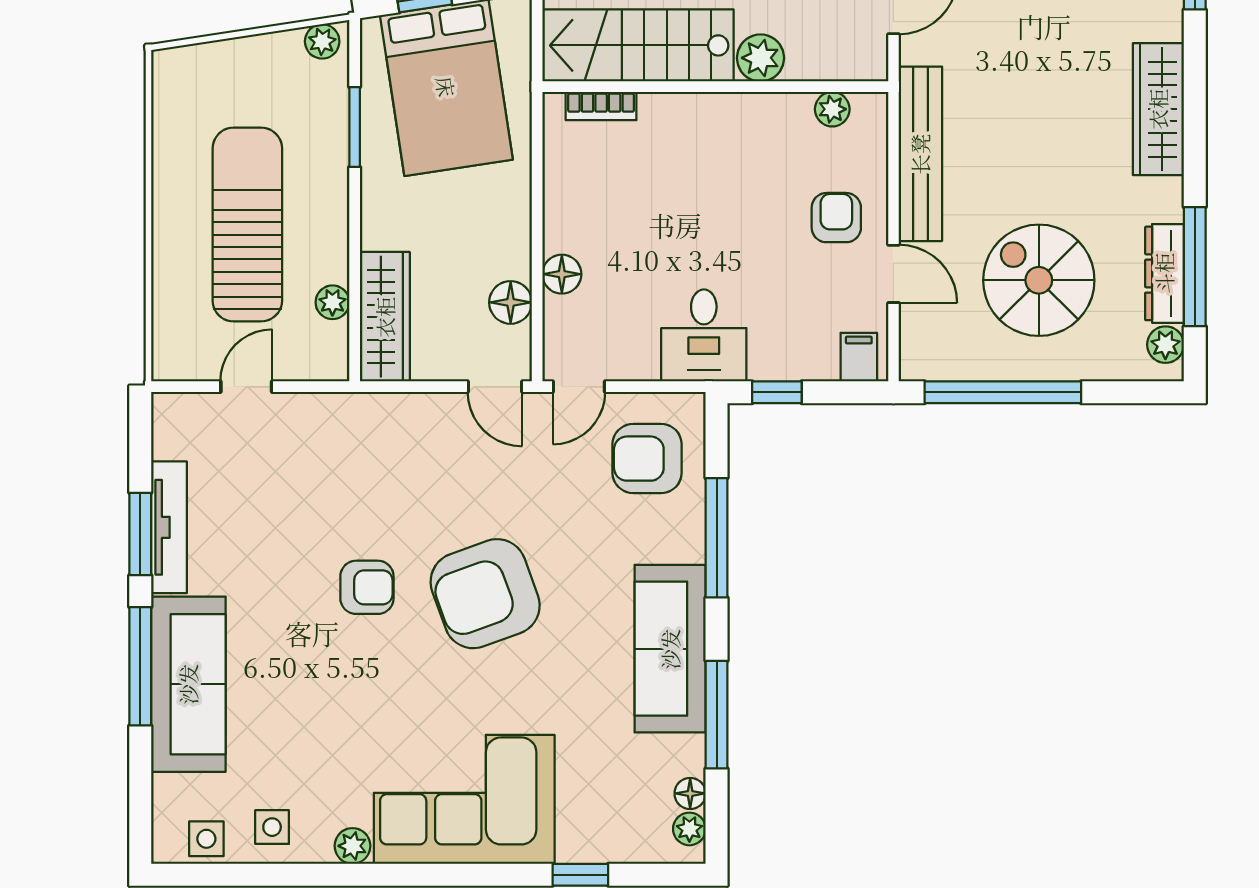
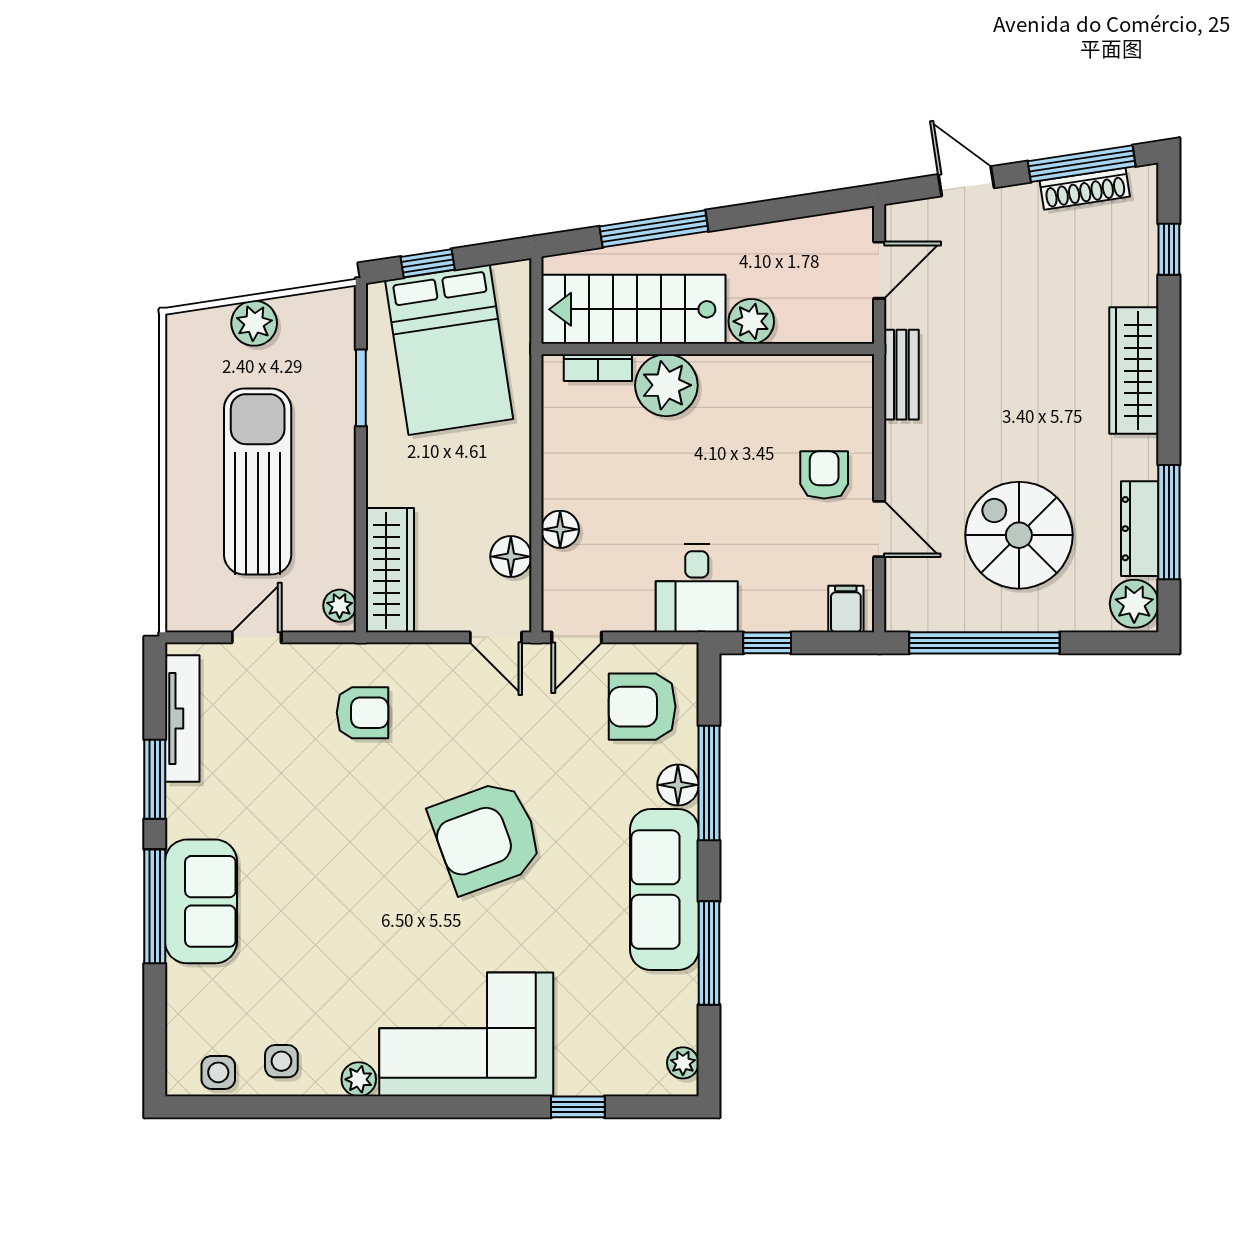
plant: (322, 41) -> (254, 323), moved, width x1.38, depth x1.38
plant: (832, 109) -> (666, 385), moved, width x1.88, depth x1.88
bench: (920, 154) -> (901, 375), width x0.54, depth x0.82
plant: (332, 302) -> (340, 606), moved
plant: (1165, 345) -> (1134, 604), width x1.38, depth x1.38
tv unit: (169, 527) -> (182, 719), moved
armchair: (367, 587) -> (362, 713), moved
sofa: (188, 684) -> (201, 901), width x0.73
floor lamp: (690, 793) -> (678, 785), moved, width x1.37, depth x1.37

